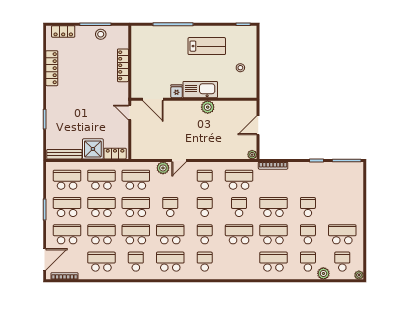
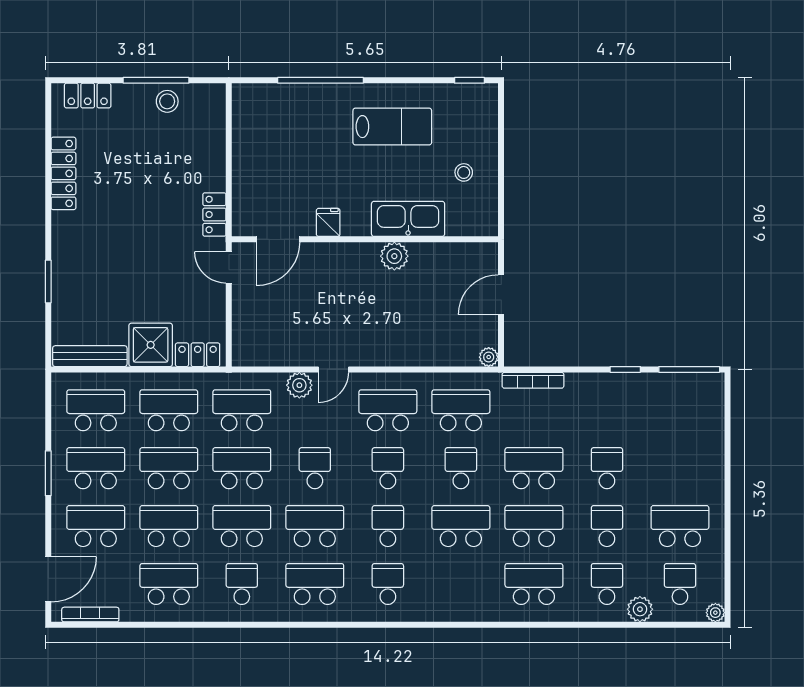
locker: (123, 65) -> (214, 214), moved, width x0.66
kitchen sink: (200, 90) -> (408, 219), moved
door: (153, 99) -> (278, 239), hinge flipped
school desk: (205, 180) -> (388, 410), width x1.85

